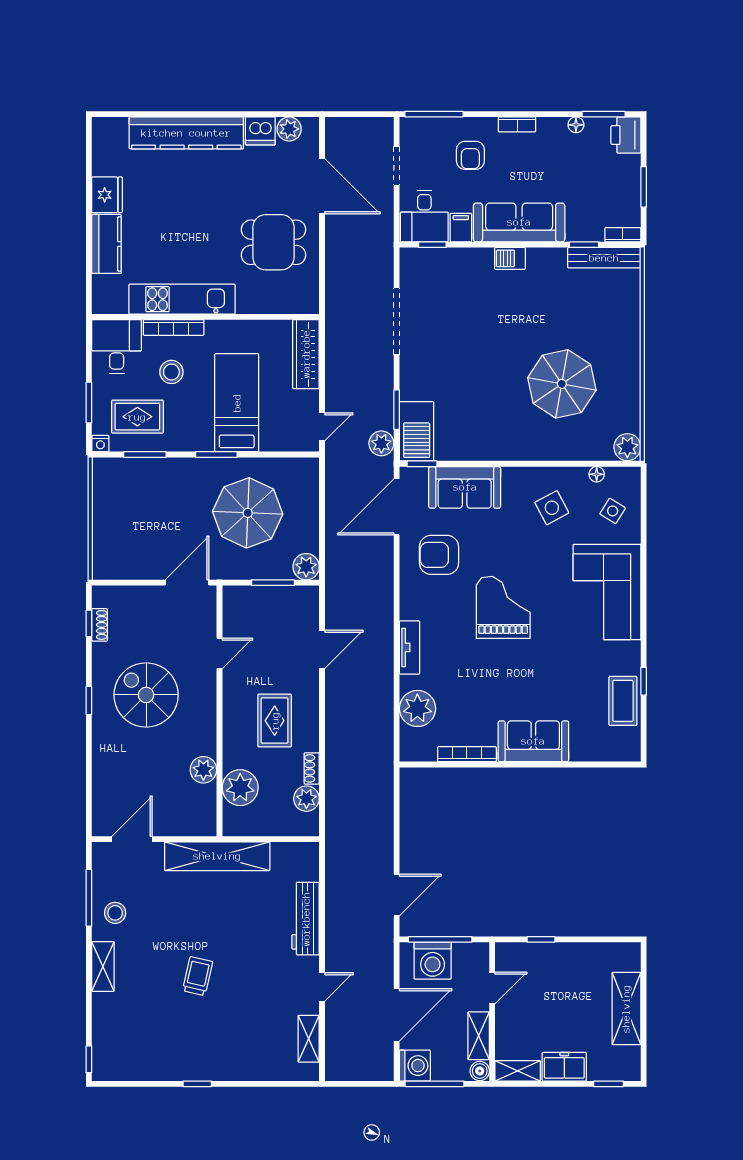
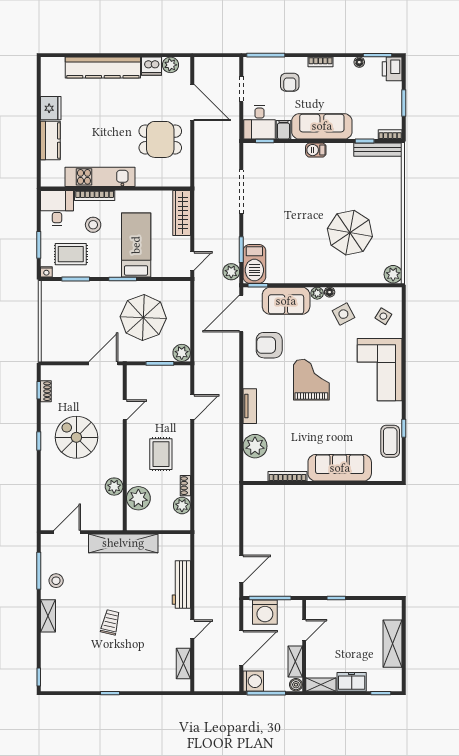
floor lamp: (597, 474) -> (330, 292), moved
plant: (512, 476) -> (317, 293), added
sofa: (533, 741) -> (340, 468), width x1.36

